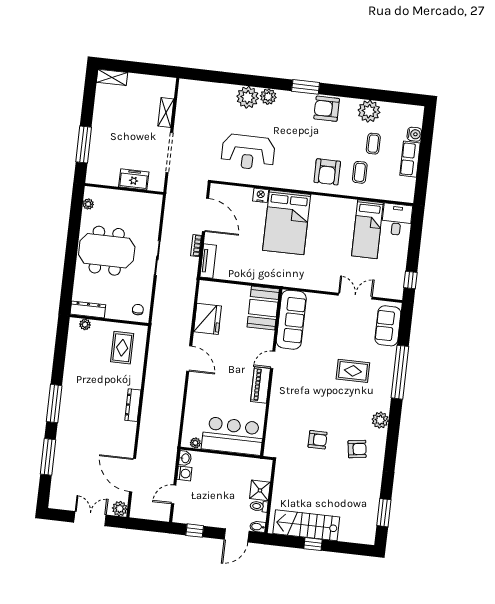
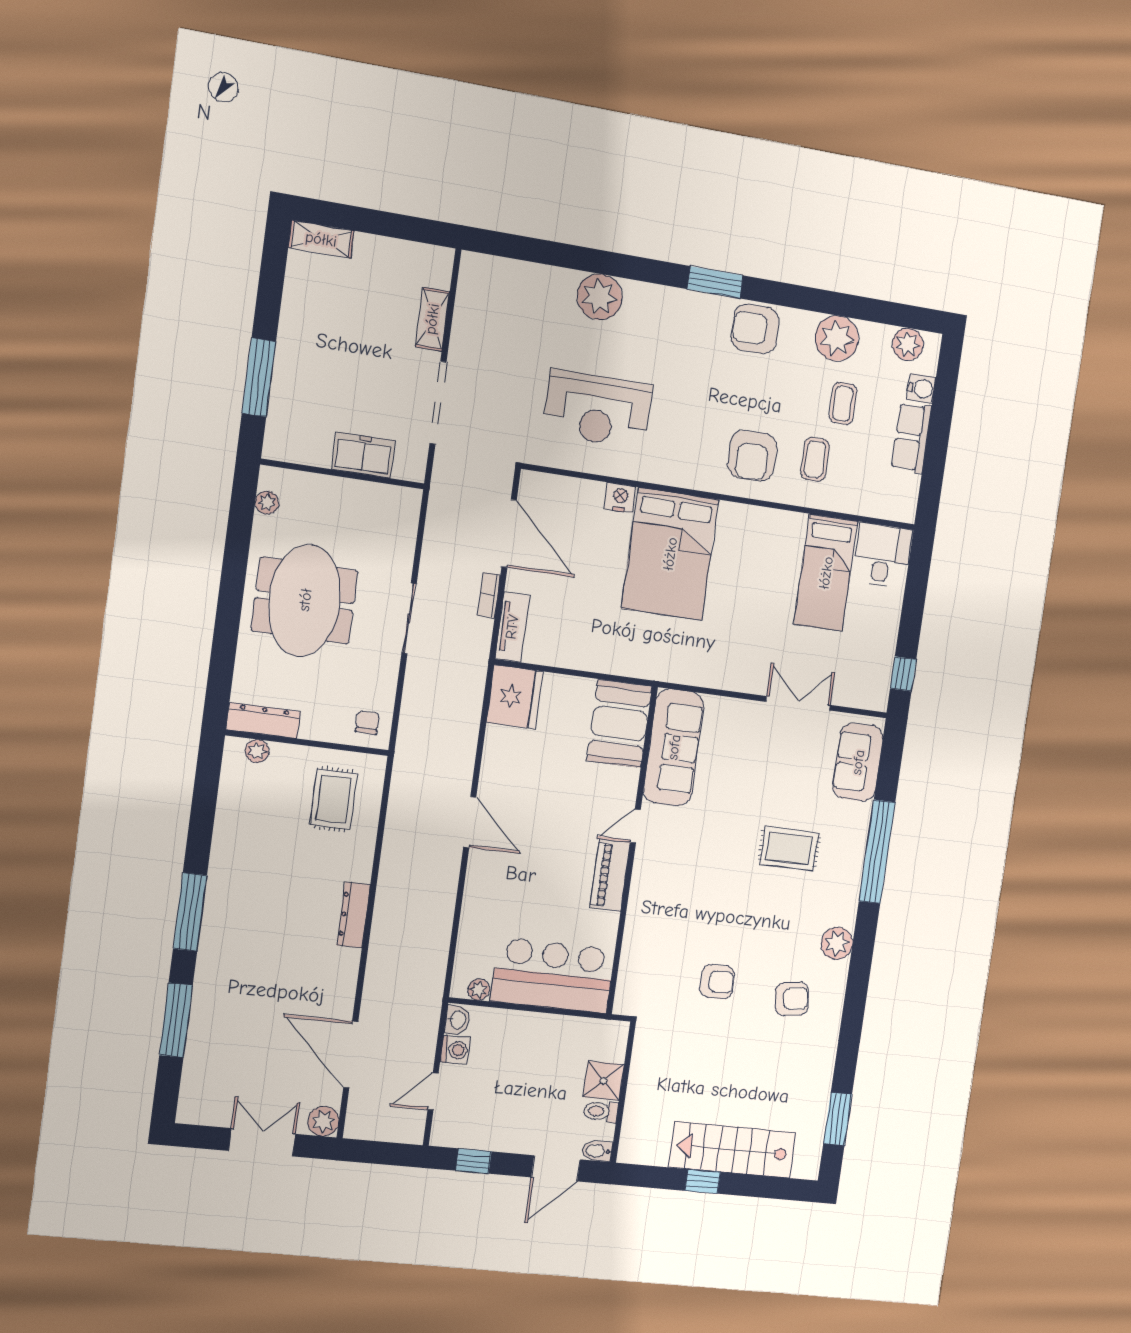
plant: (268, 97) -> (908, 344), moved
meeting table: (107, 251) -> (305, 600), turned 90
fridge: (207, 319) -> (515, 697), moved
stairs: (306, 525) -> (732, 1150), moved

